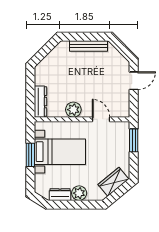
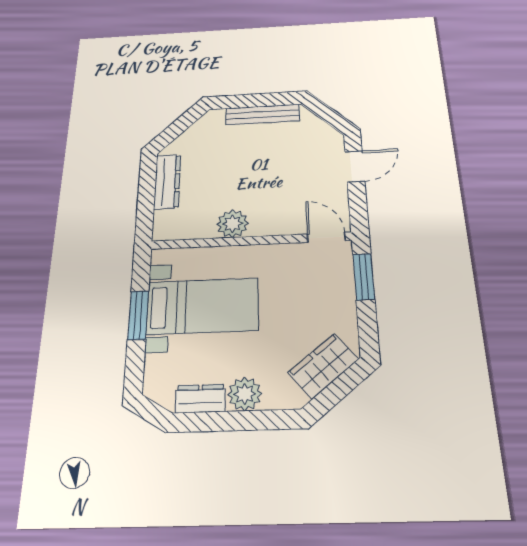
dresser: (40, 102) -> (167, 182), moved
door: (101, 119) -> (326, 237), moved

